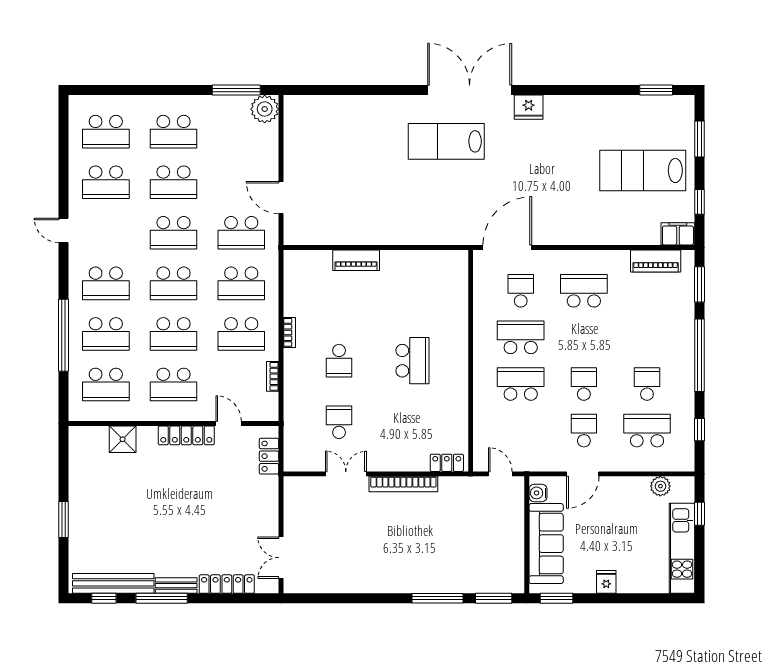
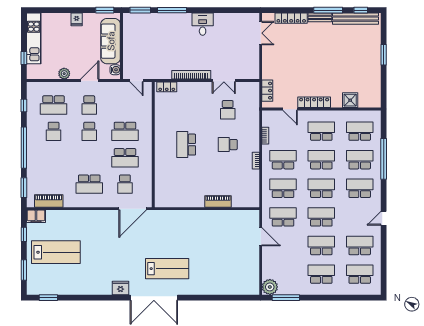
door: (64, 230) -> (384, 218), swing flipped
school desk: (339, 361) -> (228, 145), turned -90
plant: (660, 486) -> (64, 74), moved
desk: (383, 574) -> (203, 24), added

